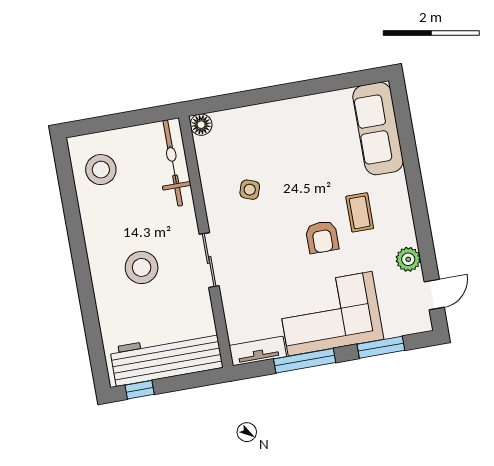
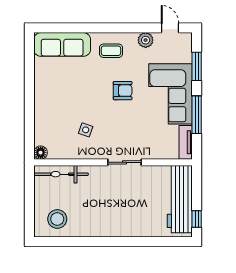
coffee table: (360, 212) -> (111, 51), moved
stool: (142, 267) -> (122, 205), removed

